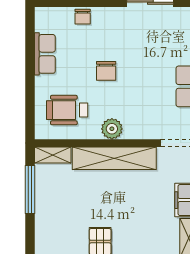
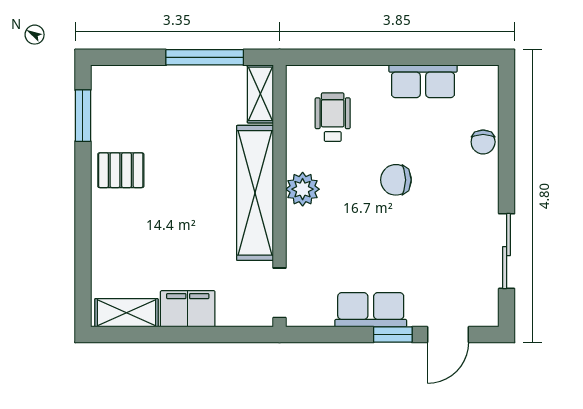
chair: (83, 17) -> (483, 142), turned -90
wheelchair: (67, 110) -> (333, 117), width x0.73, depth x0.73

